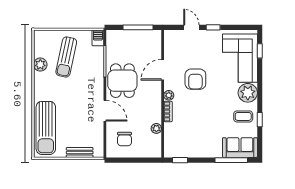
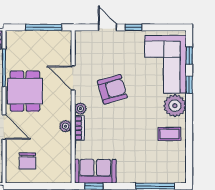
door: (163, 70) -> (73, 78), hinge flipped
armchair: (195, 79) -> (112, 89), turned -106
window: (260, 120) -> (189, 85), moved
plant: (156, 128) -> (66, 126), moved
sofa: (240, 148) -> (95, 171), moved

